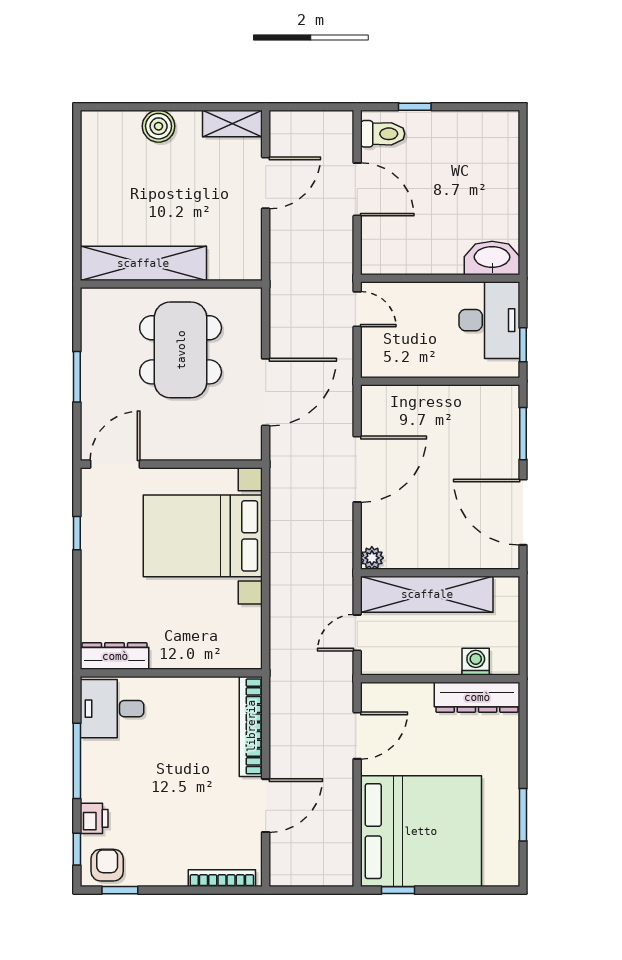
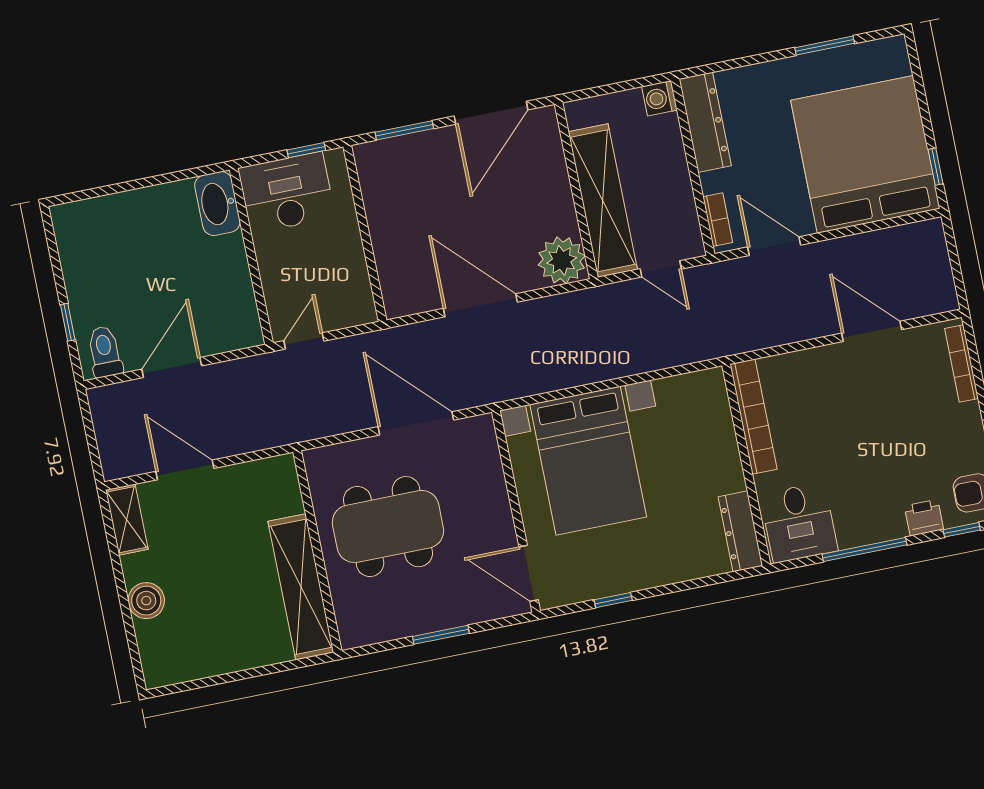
plant: (372, 558) -> (562, 260), width x1.88, depth x1.88
washing machine: (476, 662) -> (659, 98), moved
bookcase: (390, 691) -> (718, 220), added
bookcase: (251, 726) -> (754, 417), moved, turned -90

